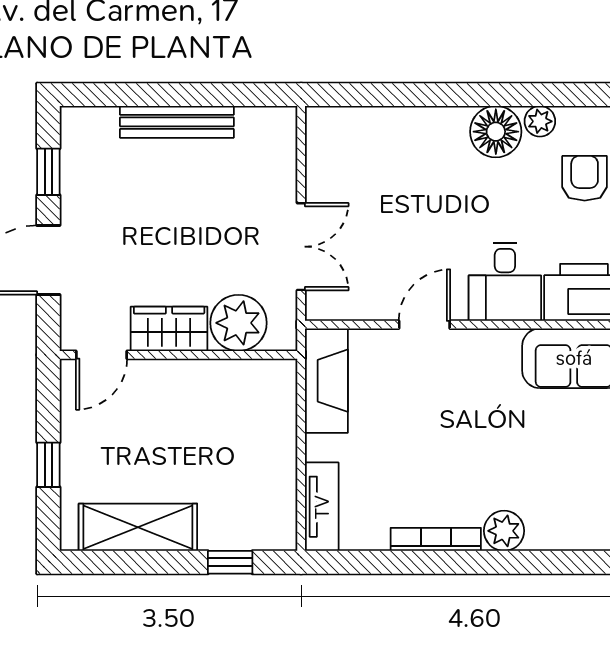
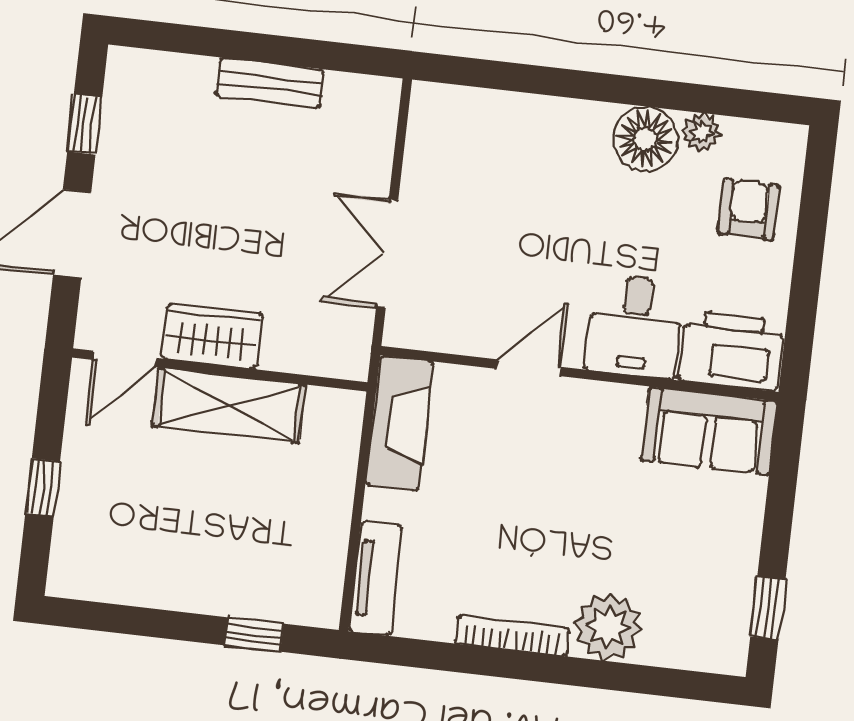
bench: (177, 122) -> (270, 83), width x0.73
double door: (301, 247) -> (387, 253), swing flipped
plant: (239, 323) -> (299, 339), removed
shelving: (138, 527) -> (229, 405), moved
plant: (504, 531) -> (608, 627), width x1.36, depth x1.36

